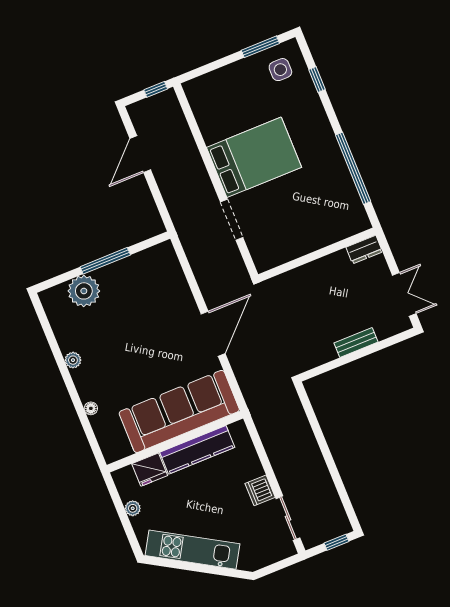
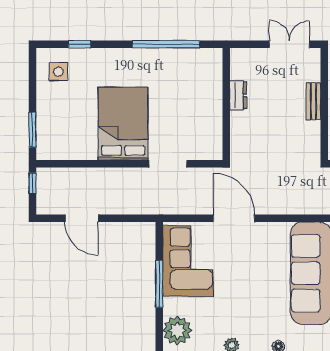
window: (260, 47) -> (32, 130), moved
dresser: (364, 250) -> (238, 95), moved
corner sofa: (141, 281) -> (188, 261), added
plant: (84, 291) -> (177, 330), moved
door: (213, 334) -> (234, 218), moved

